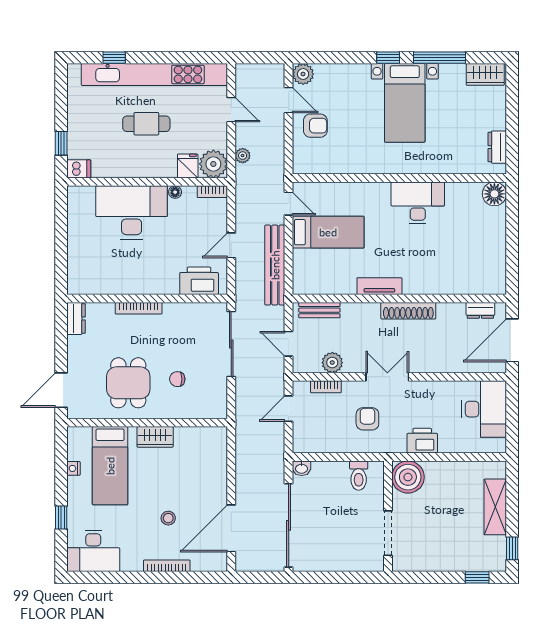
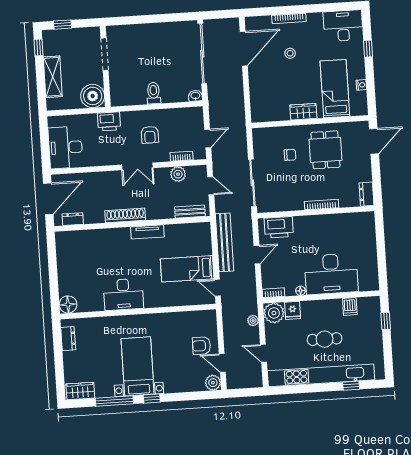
dishwasher: (79, 169) -> (350, 306), moved, turned -90
boiler: (408, 477) -> (93, 96), moved
wall: (388, 516) -> (105, 67), moved
doorway: (388, 533) -> (105, 54), moved

